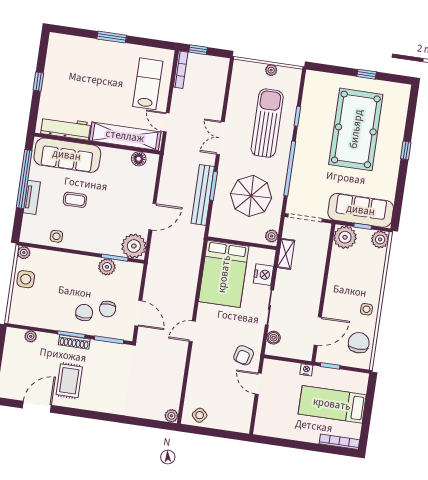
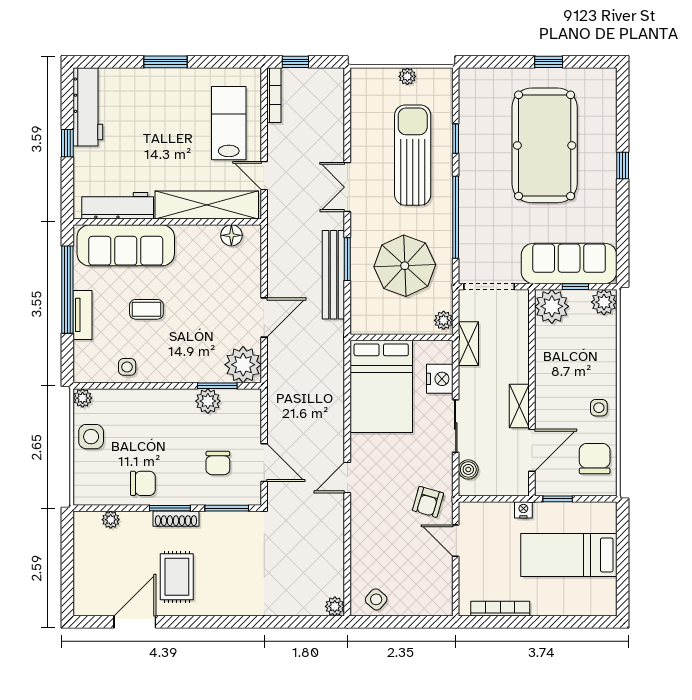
workbench: (56, 59) -> (88, 107), added
shelving: (314, 300) -> (519, 406), added
chair: (84, 313) -> (143, 483), moved, turned 90
bookcase: (339, 442) -> (500, 609), moved

